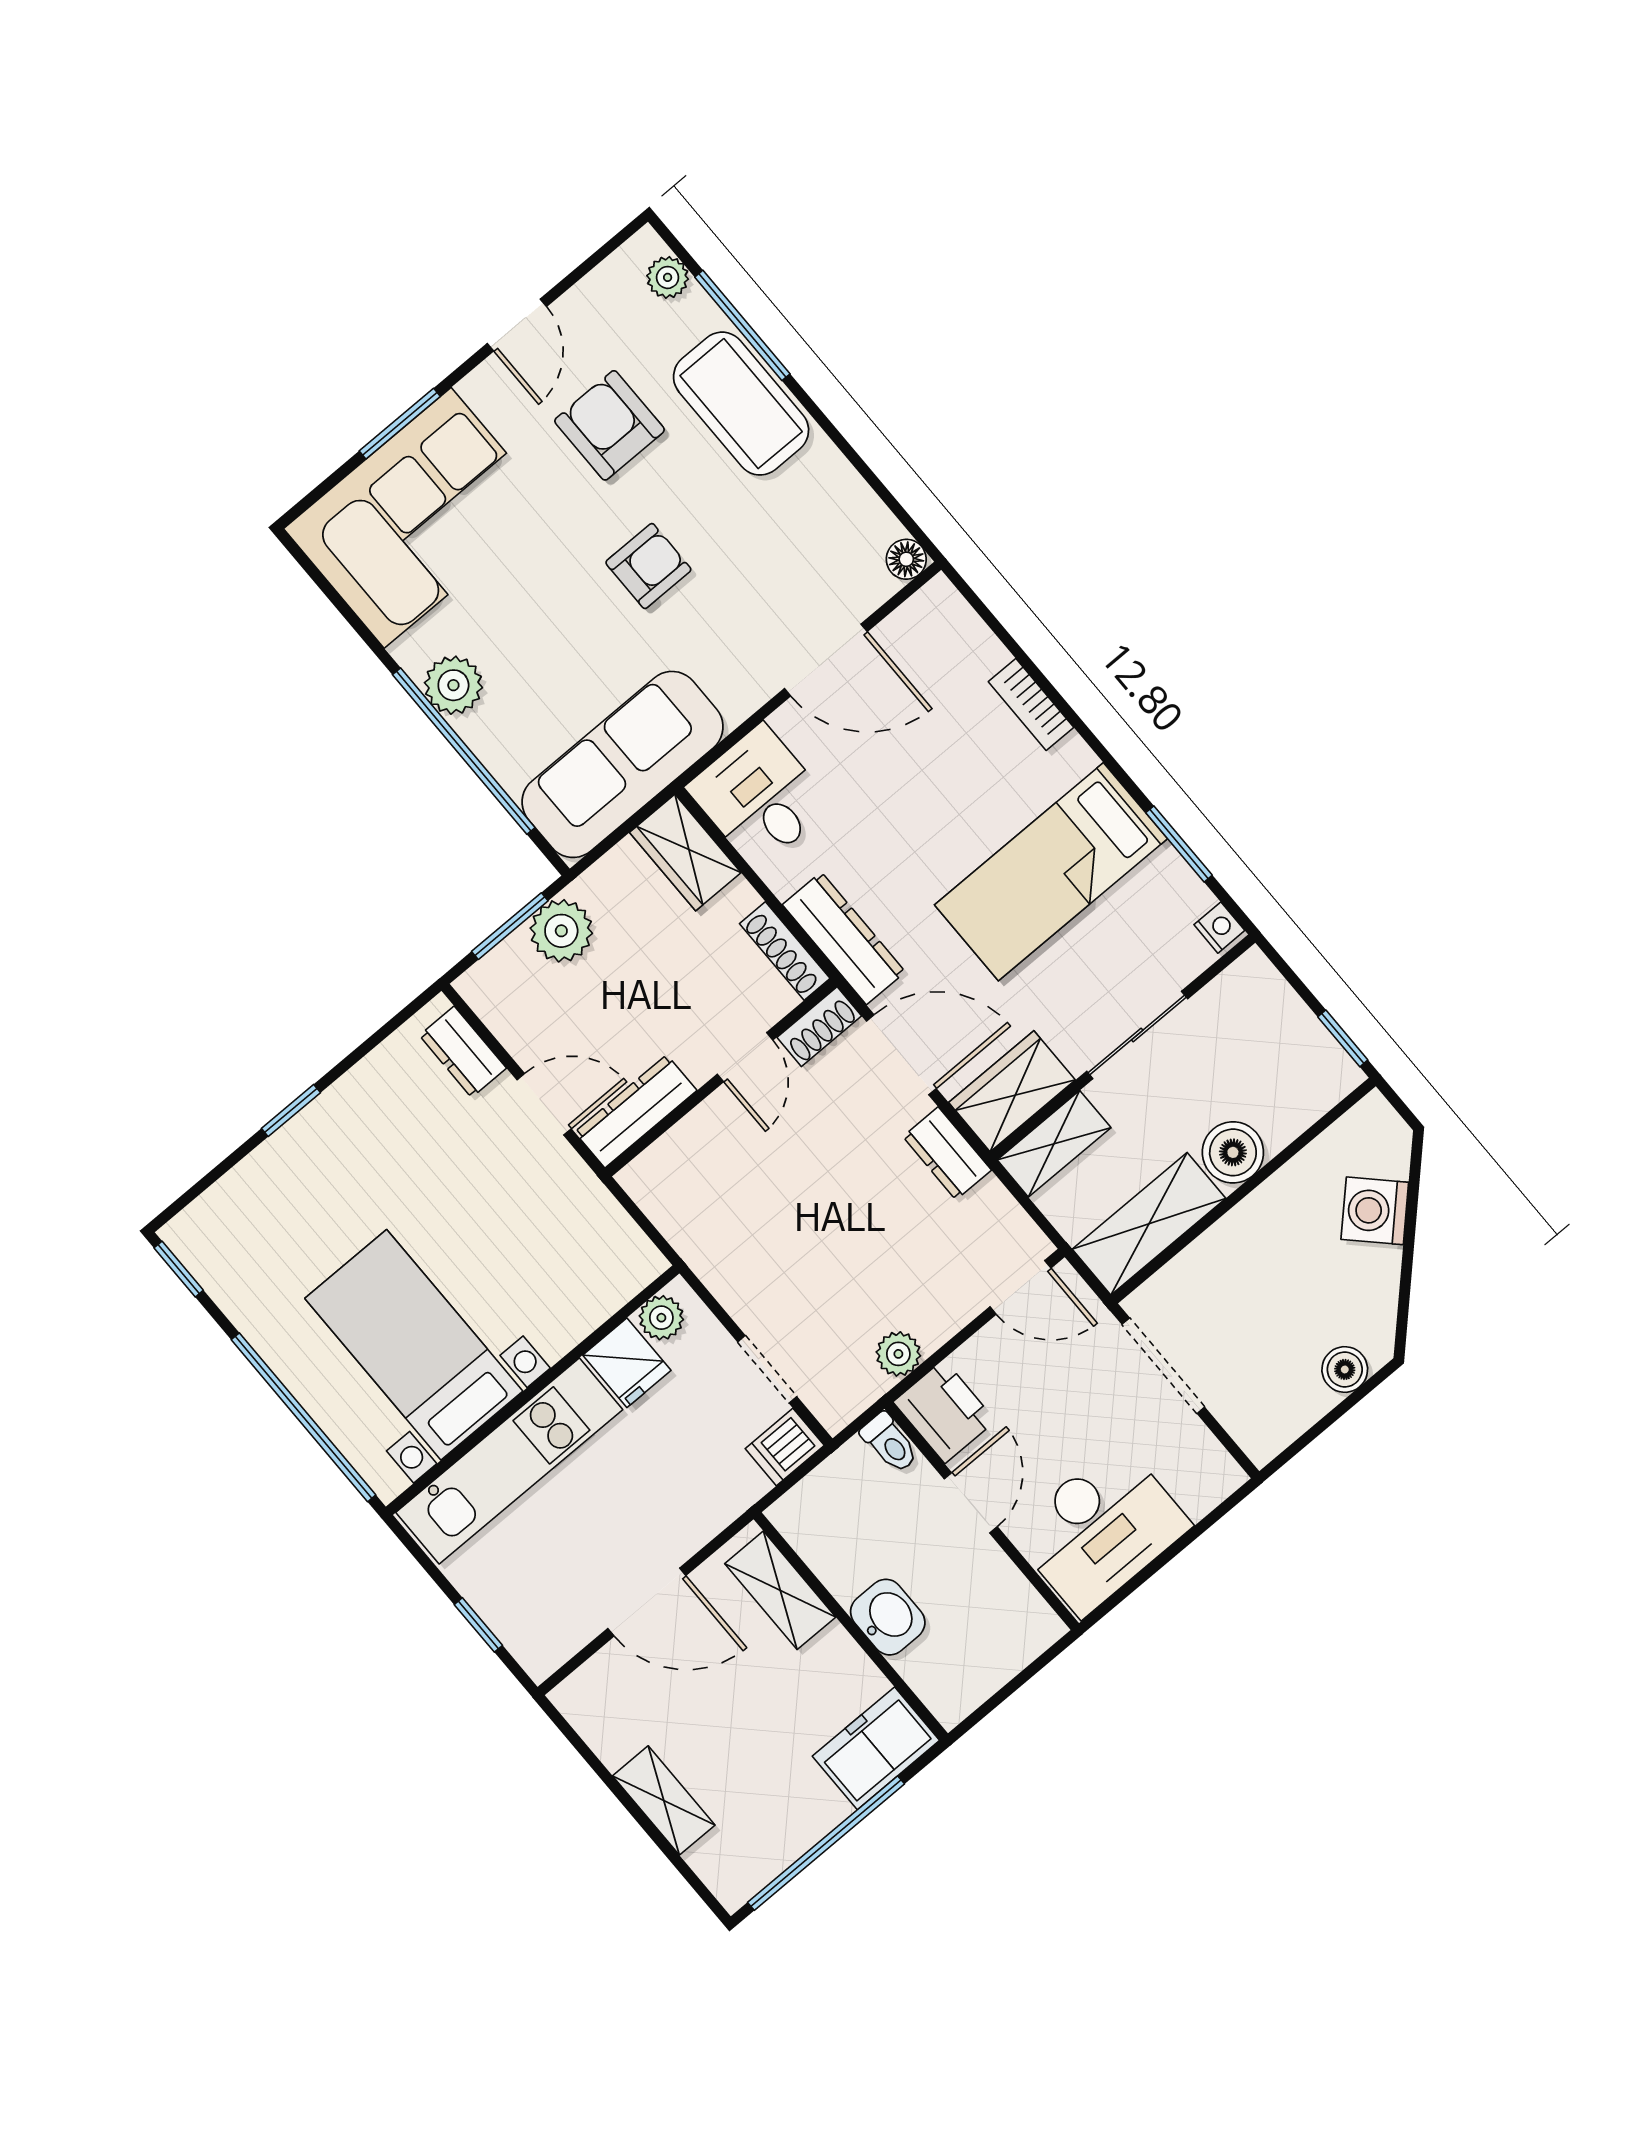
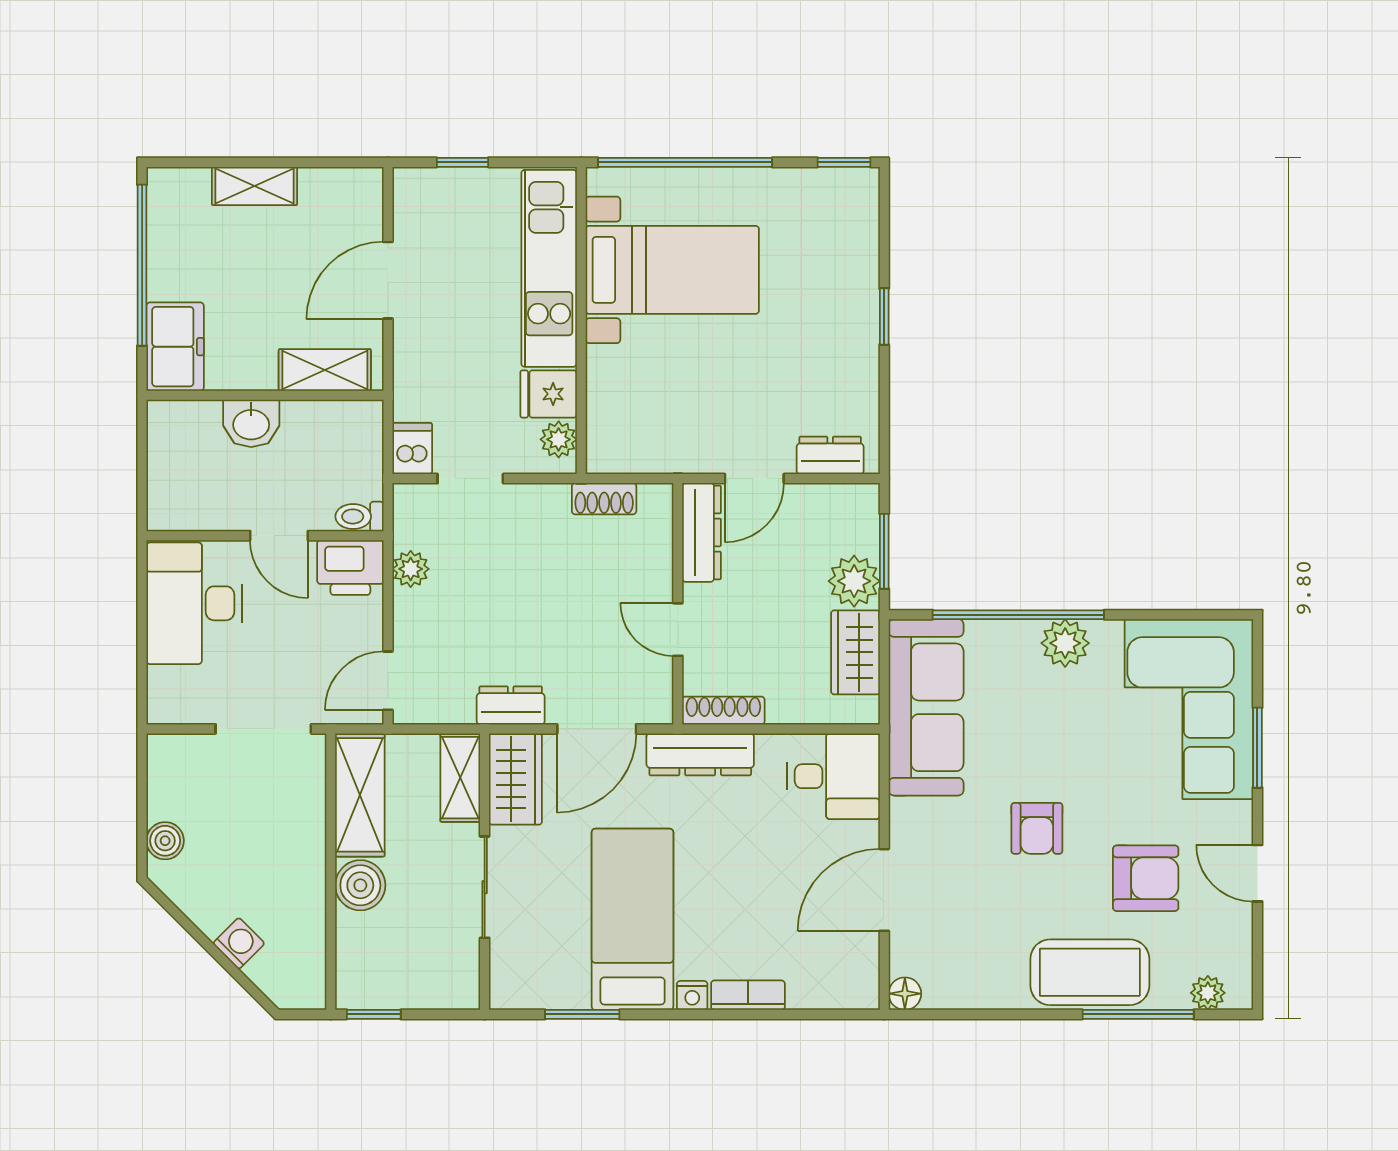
wardrobe: (685, 853) -> (855, 652), moved, turned -90
nightstand: (1219, 928) -> (692, 995), moved
shoe rack: (819, 1027) -> (604, 499), moved, turned -90
washing machine: (1375, 1211) -> (239, 943), width x0.73, depth x0.73

